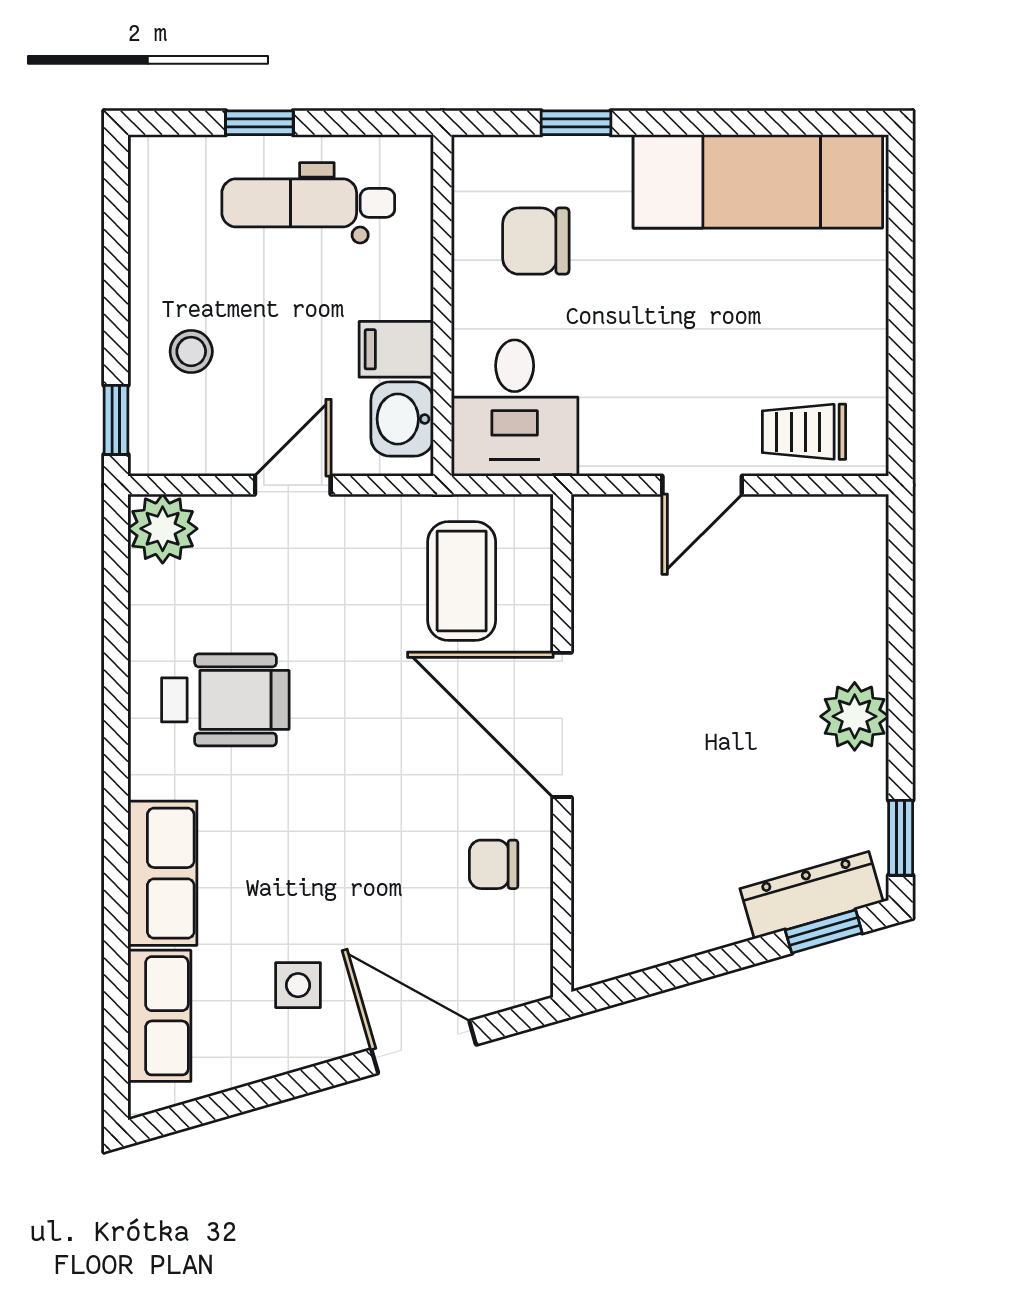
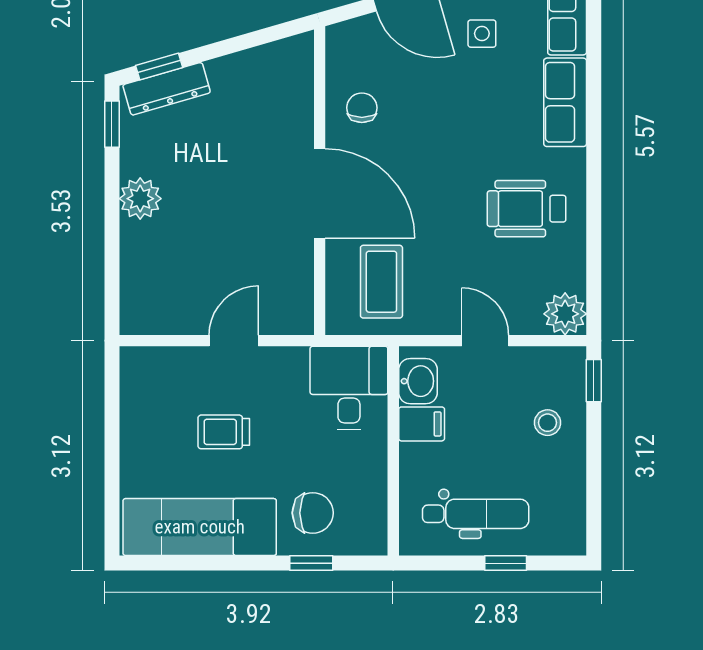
chair: (536, 241) -> (313, 513), moved
trolley: (804, 432) -> (224, 432), moved, turned 180
door: (293, 485) -> (485, 341), swing flipped
chair: (494, 864) -> (362, 108), turned -90

